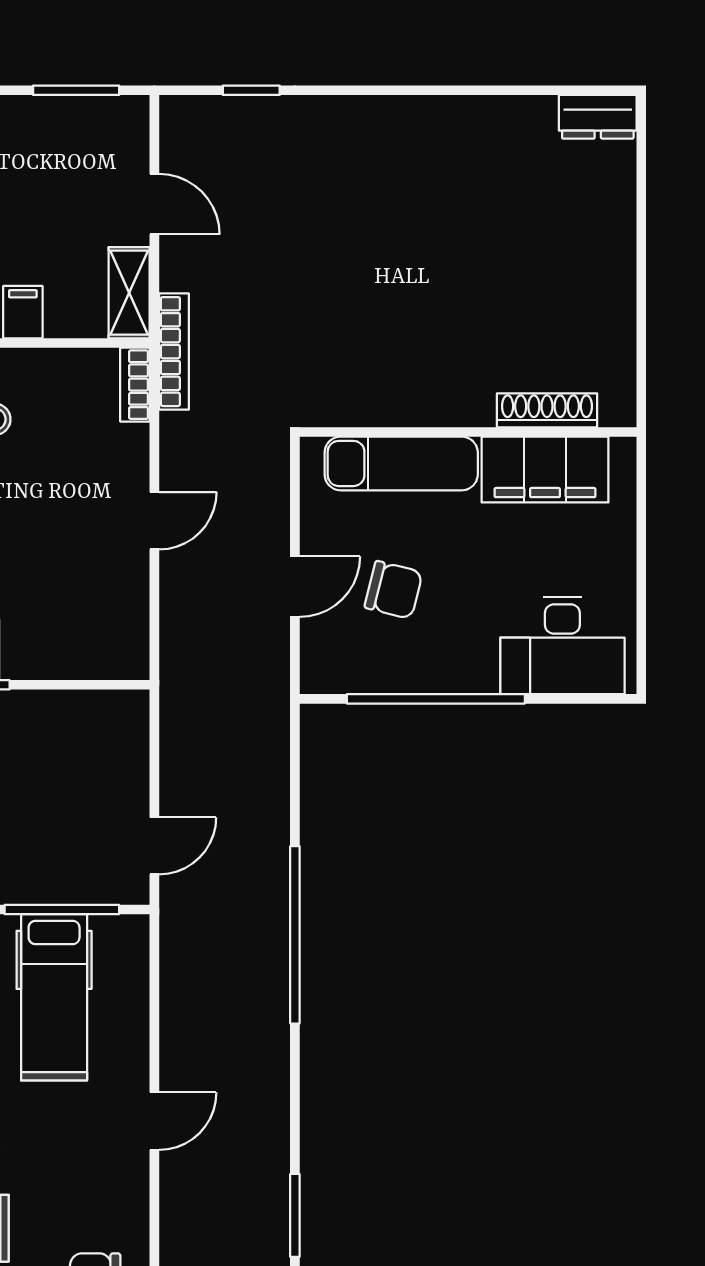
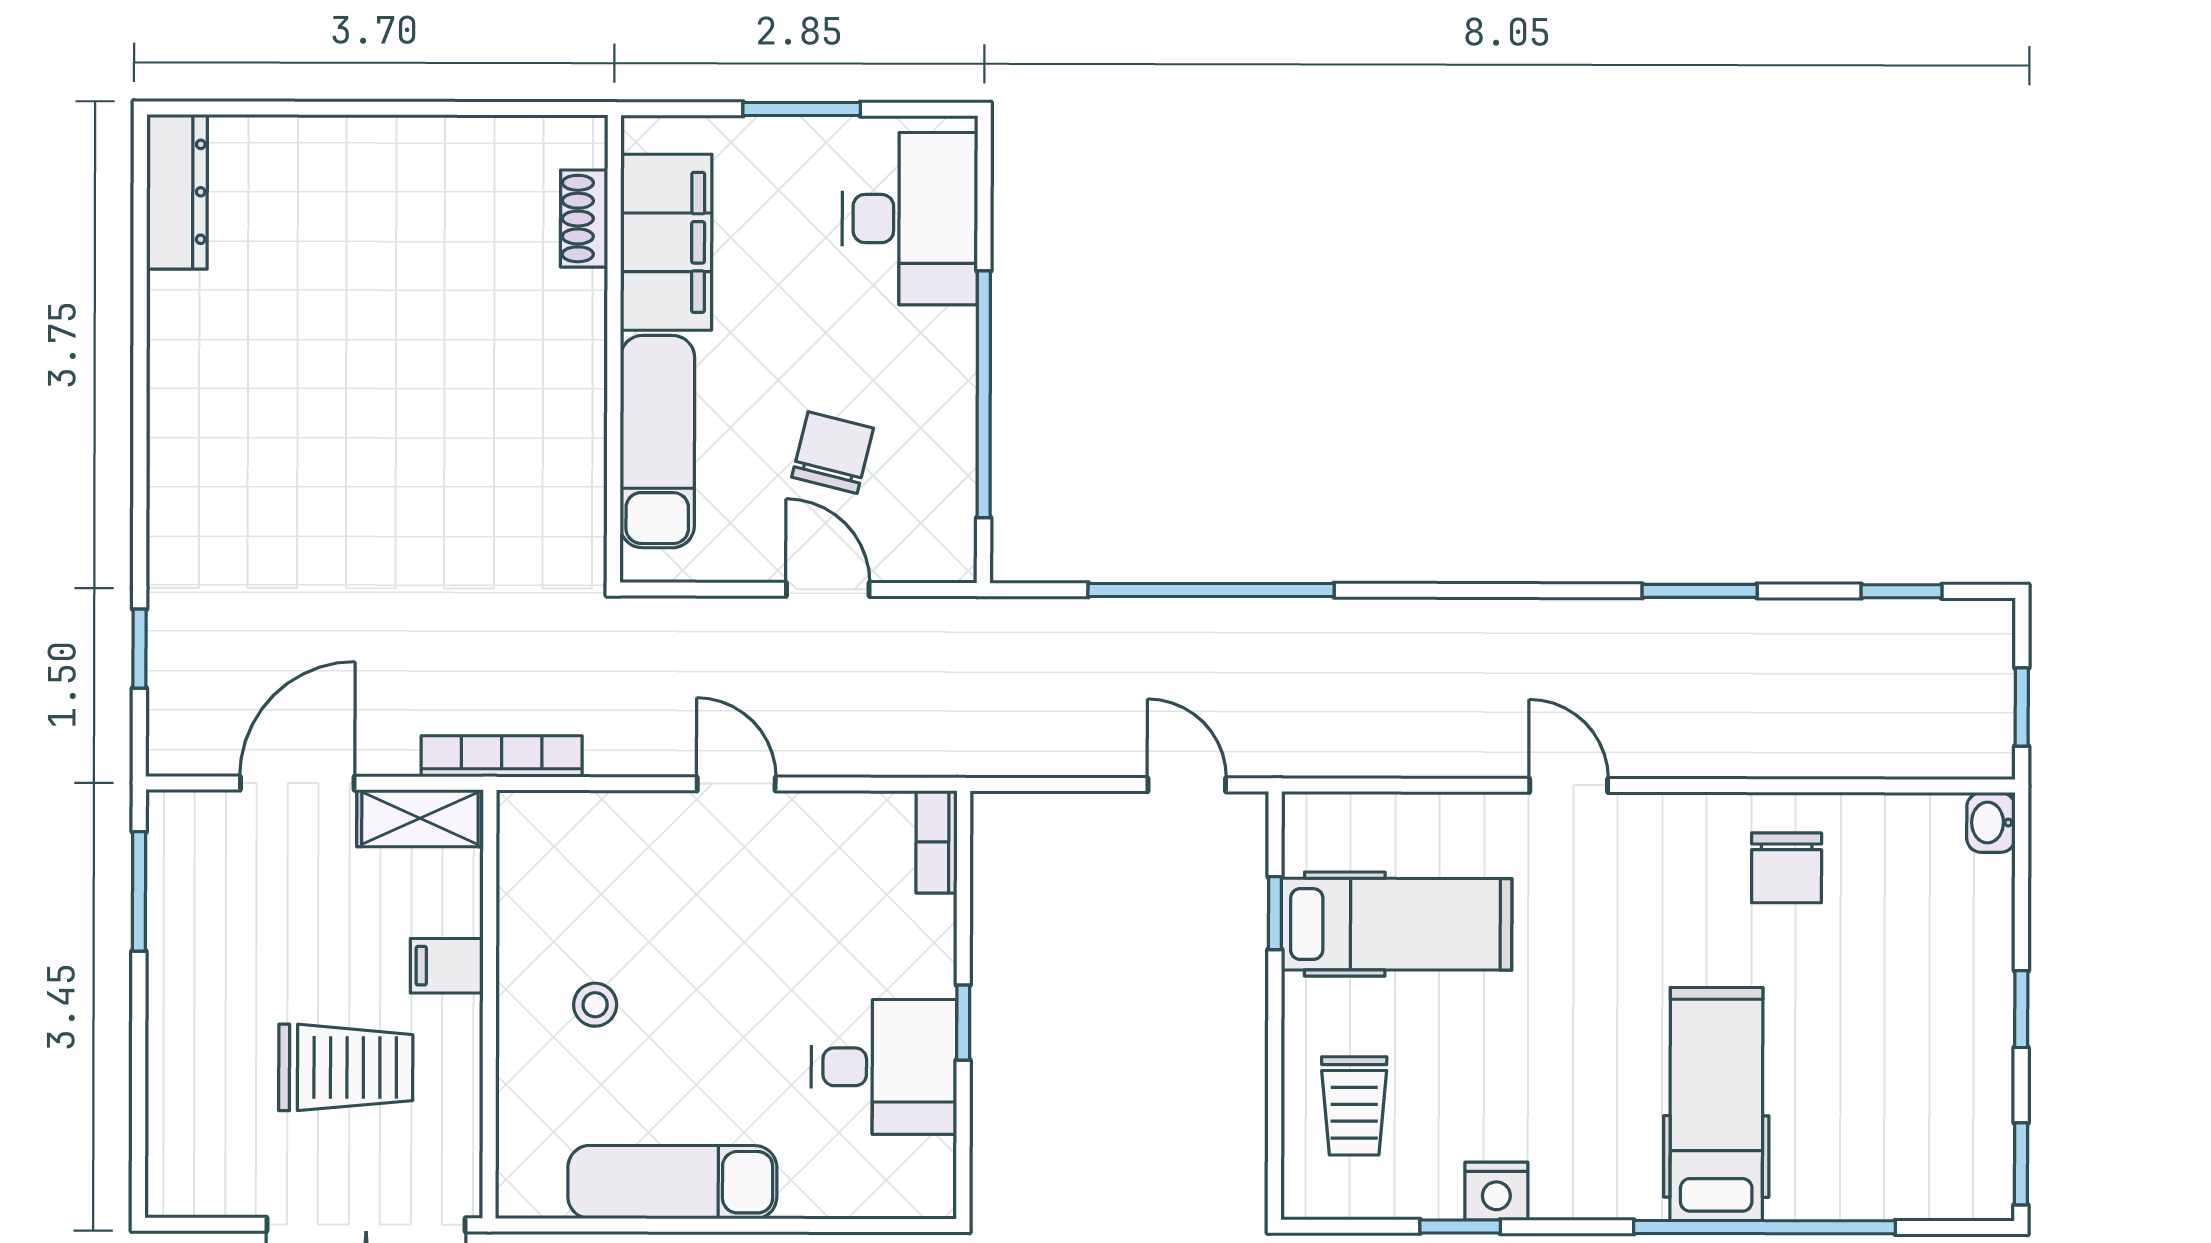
dresser: (598, 117) -> (177, 192), width x1.44
door: (154, 204) -> (297, 783), width x1.38
bookcase: (135, 385) -> (937, 842), moved, turned 90
shoe rack: (547, 410) -> (584, 219), width x0.70
window: (641, 567) -> (802, 109), added
window: (62, 910) -> (1275, 913), width x0.46
window: (295, 935) -> (1211, 590), moved

